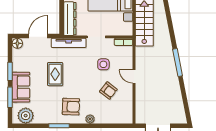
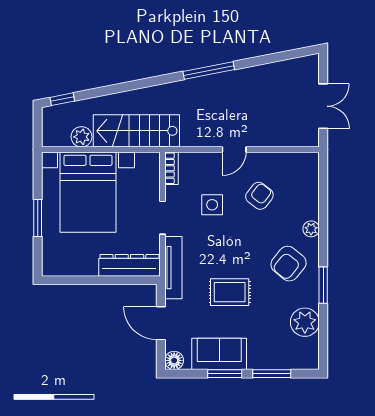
sofa: (21, 87) -> (219, 354), moved
armchair: (71, 107) -> (289, 264), turned -143
plant: (26, 116) -> (305, 322), moved

